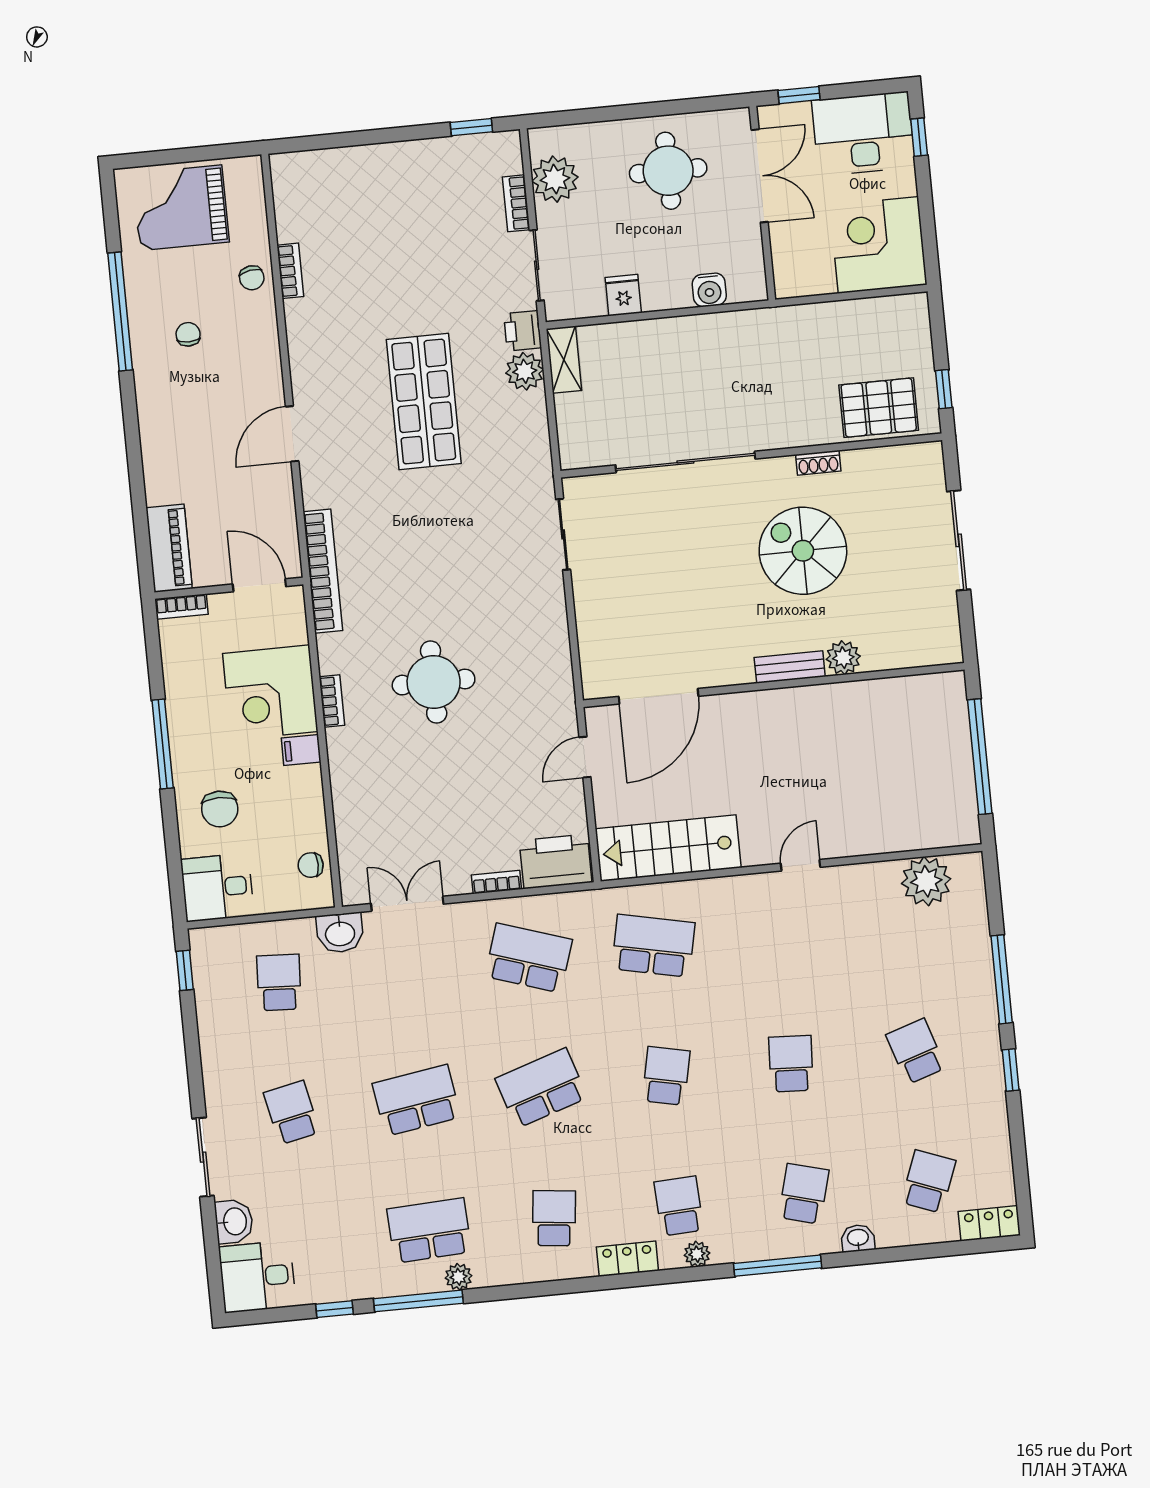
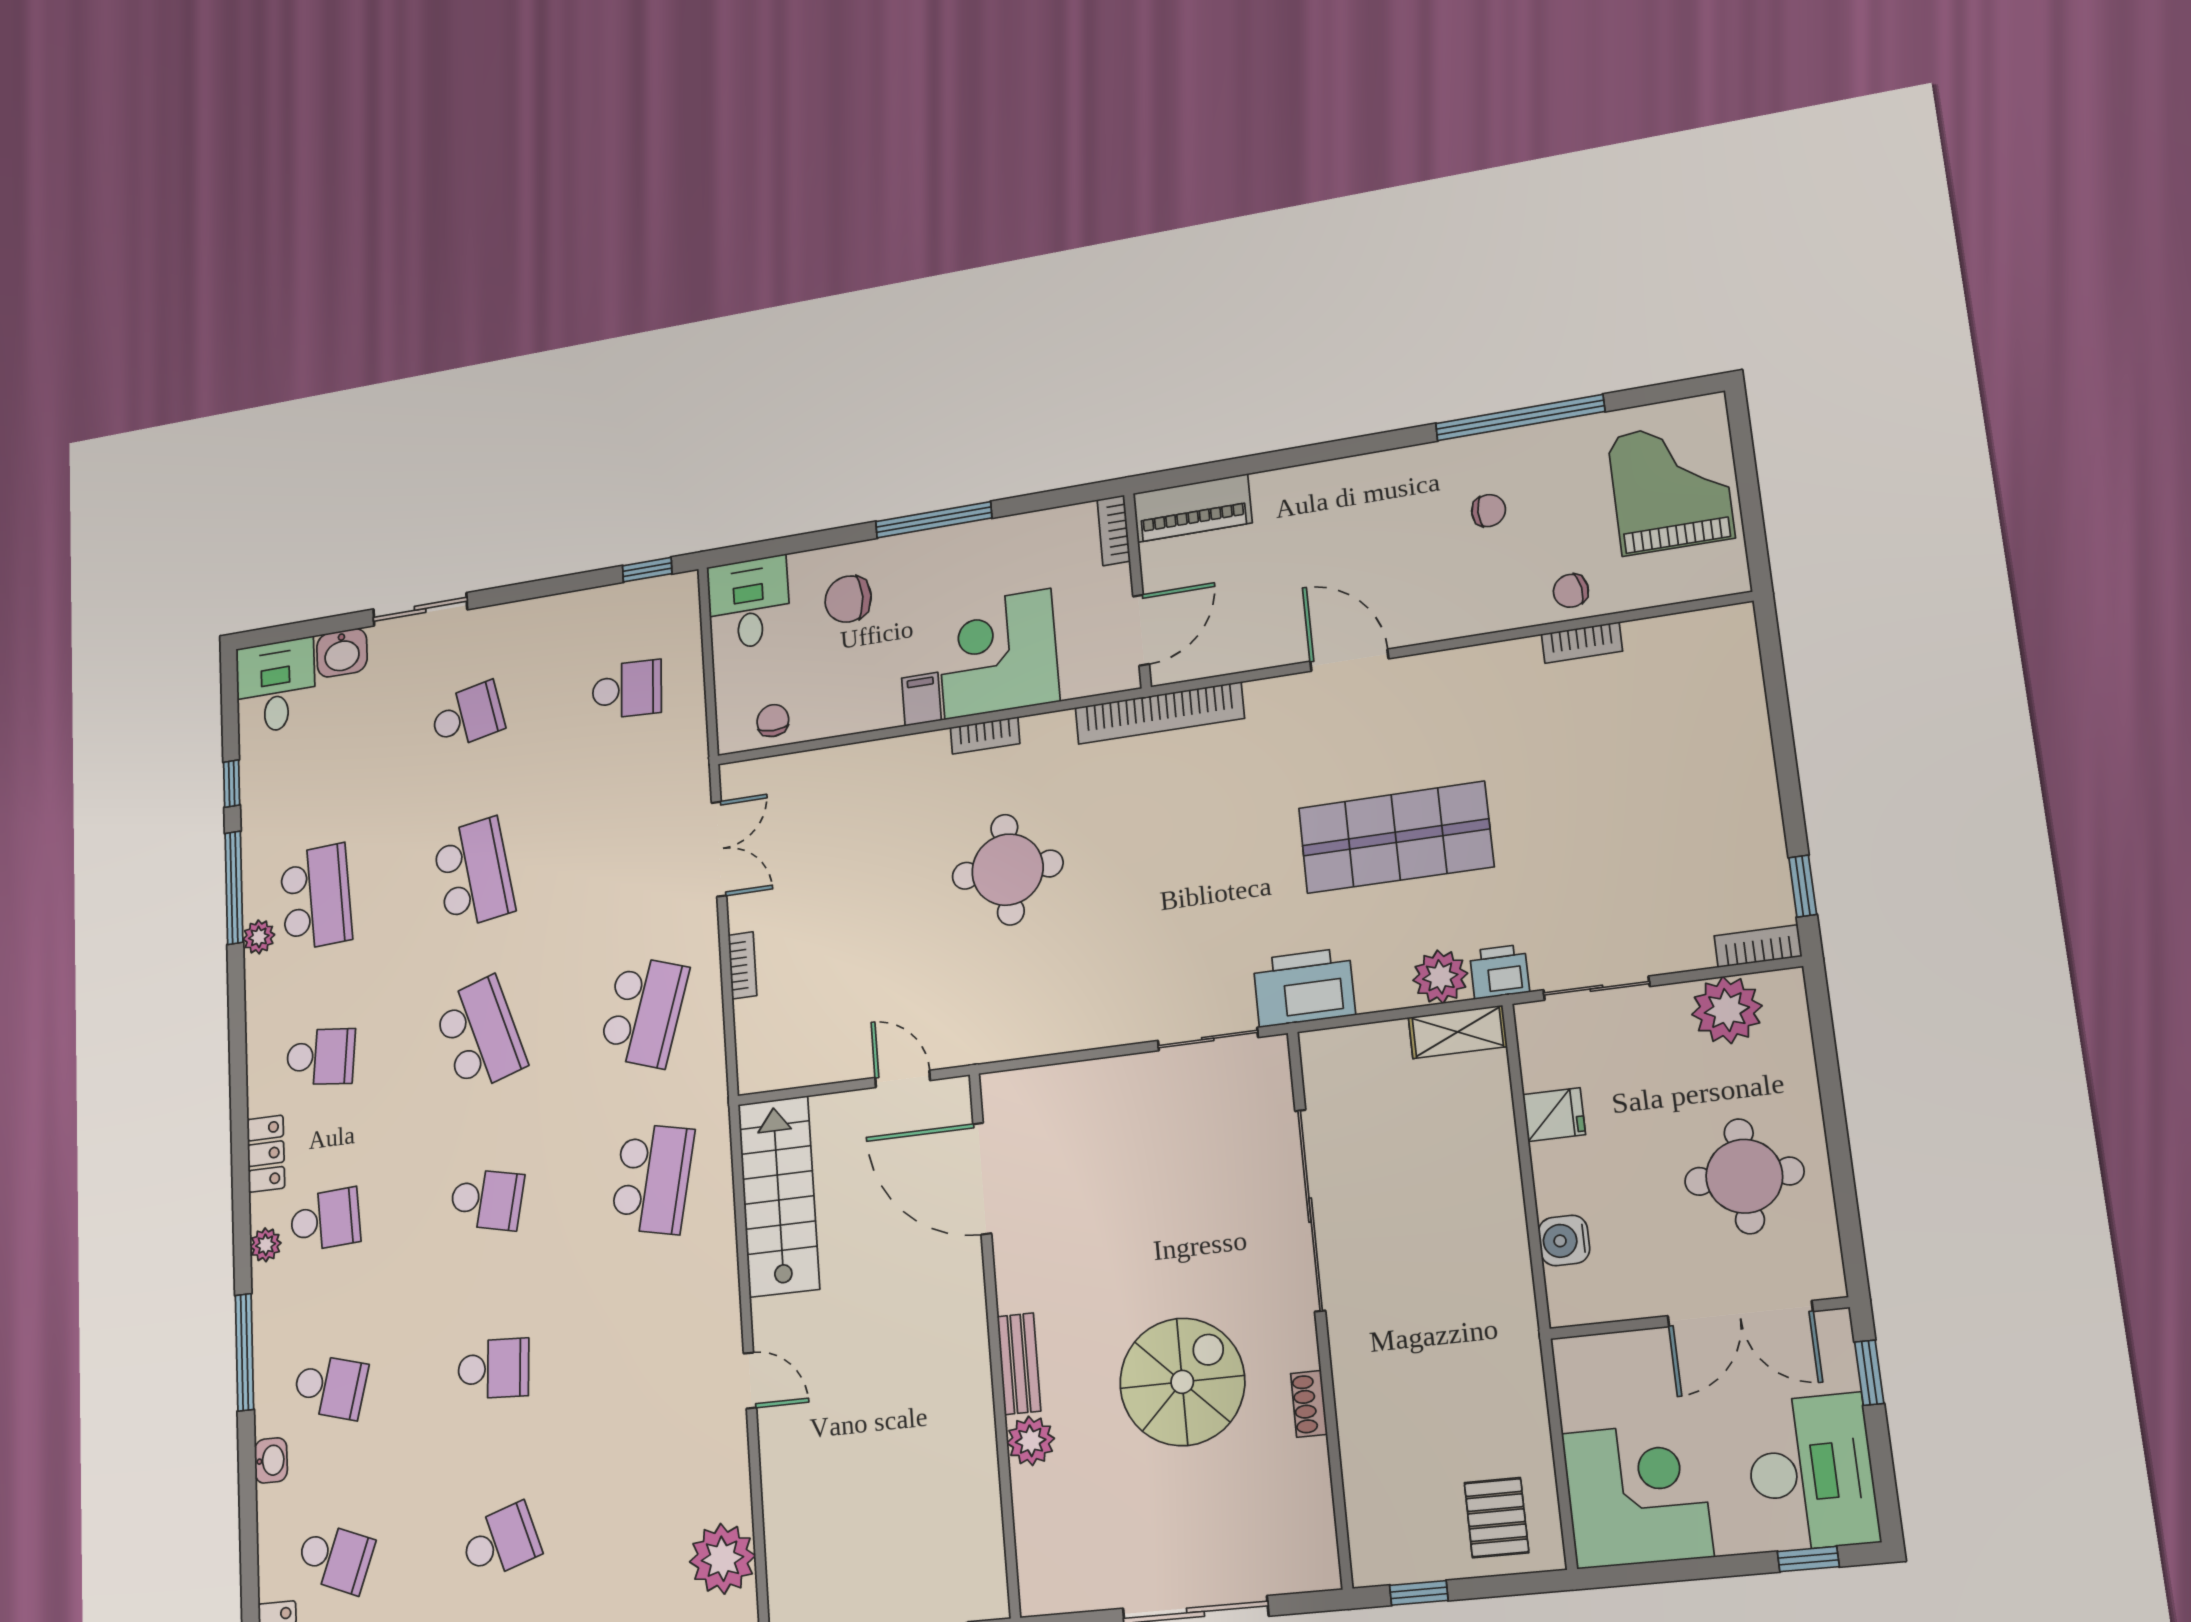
bookcase: (516, 203) -> (1758, 946), moved
pallet: (879, 408) -> (1496, 1518), moved, width x0.67, depth x0.71
printer: (556, 861) -> (1304, 987), moved, turned -90
washbasin: (340, 933) -> (686, 764), removed

